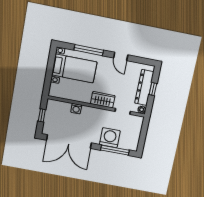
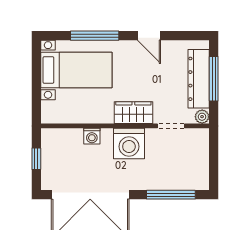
window: (153, 89) -> (214, 79), width x2.17
washing machine: (110, 138) -> (129, 143), moved, turned 180

